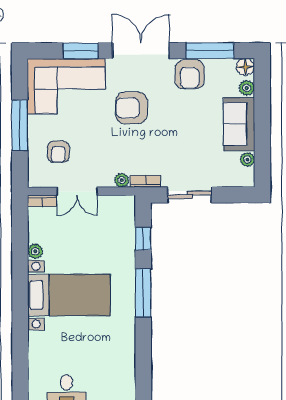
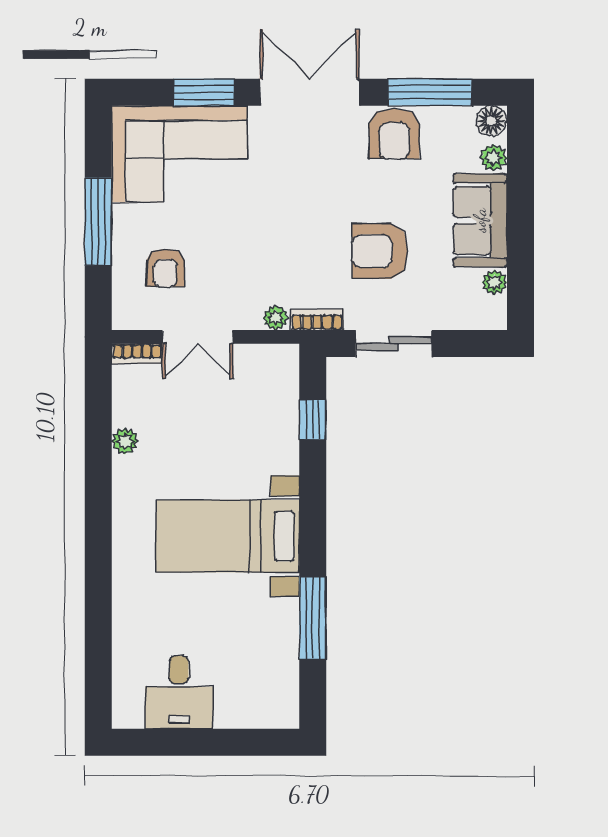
armchair: (131, 108) -> (380, 251), moved
window: (143, 293) -> (313, 618), moved
bed with nightstands: (69, 295) -> (228, 536), moved, turned 180

